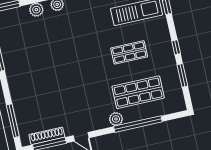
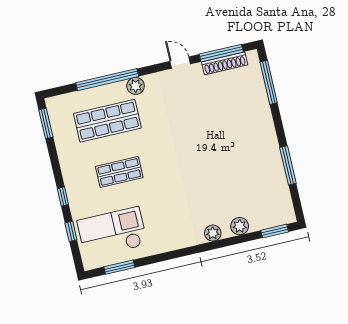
window: (176, 47) -> (63, 196), moved
window: (182, 75) -> (46, 123), moved

